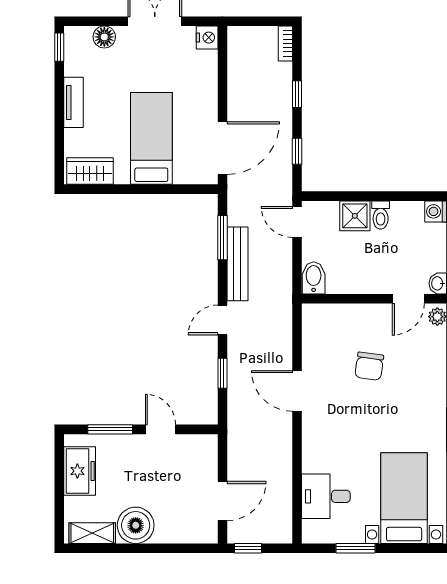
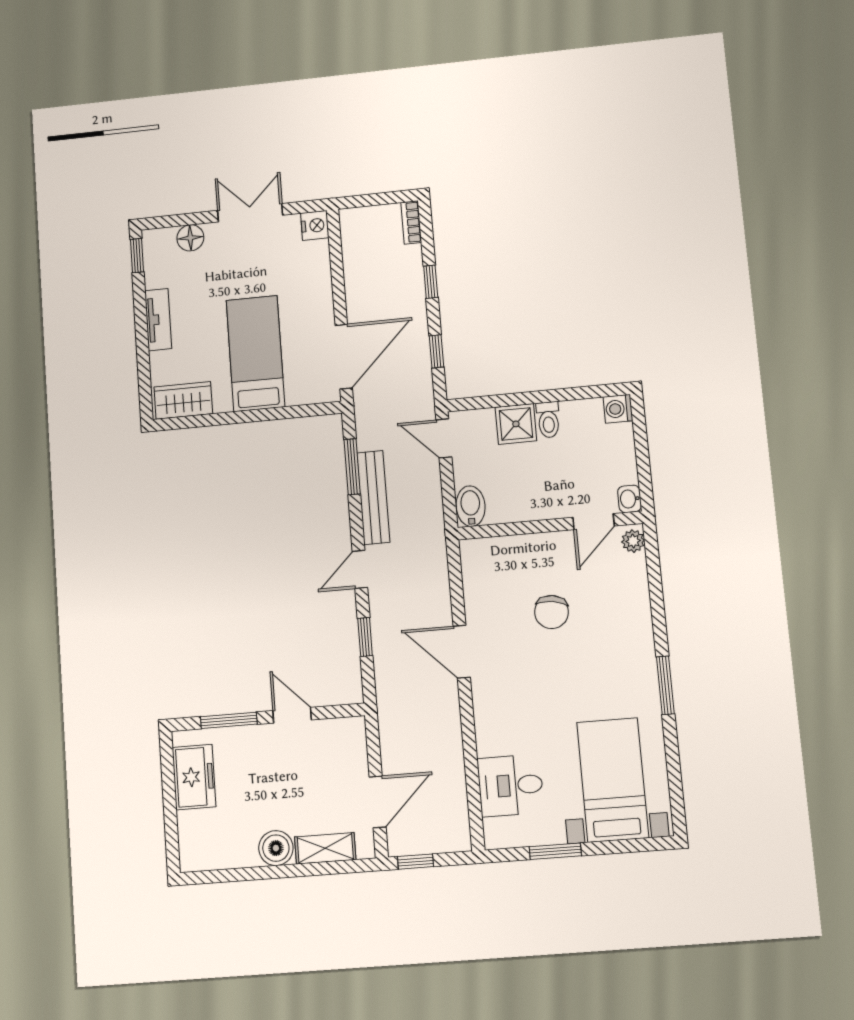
boiler: (136, 525) -> (276, 848), width x0.73, depth x0.73
shelving: (92, 533) -> (325, 848), moved

